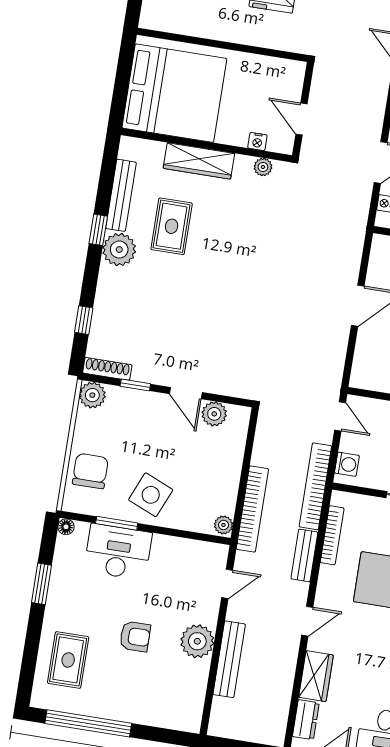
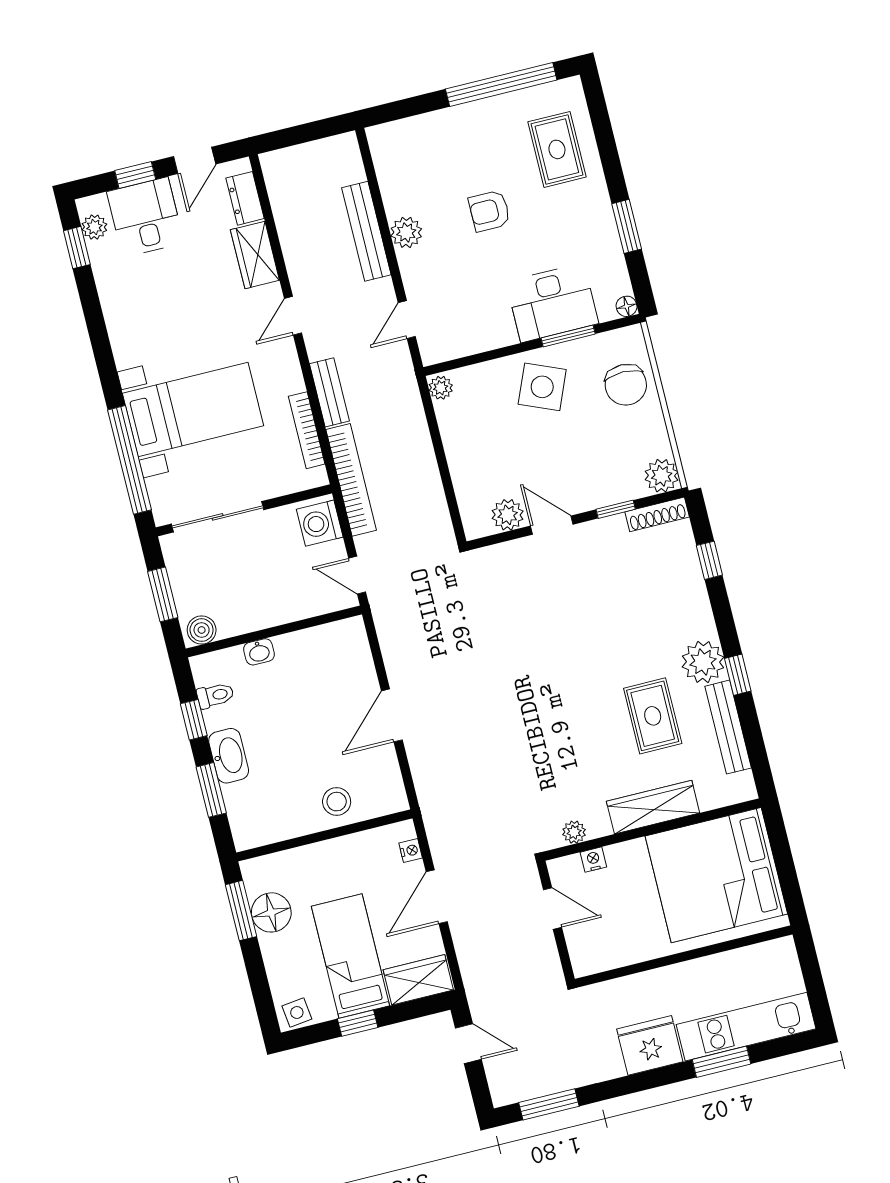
washing machine: (347, 464) -> (320, 523), width x1.38, depth x1.38
bookcase: (252, 509) -> (414, 421), removed
plant: (197, 641) -> (406, 232), width x0.73, depth x0.73

